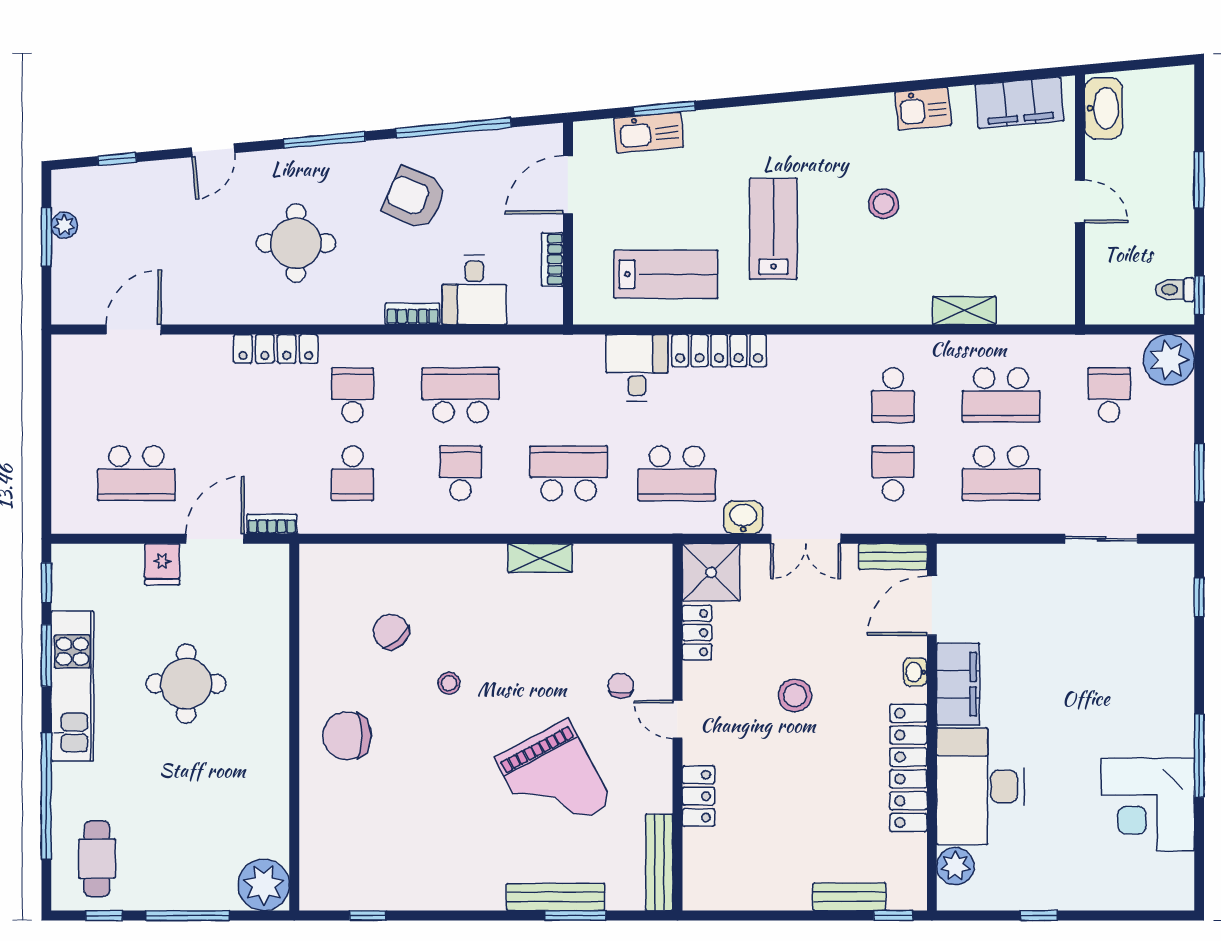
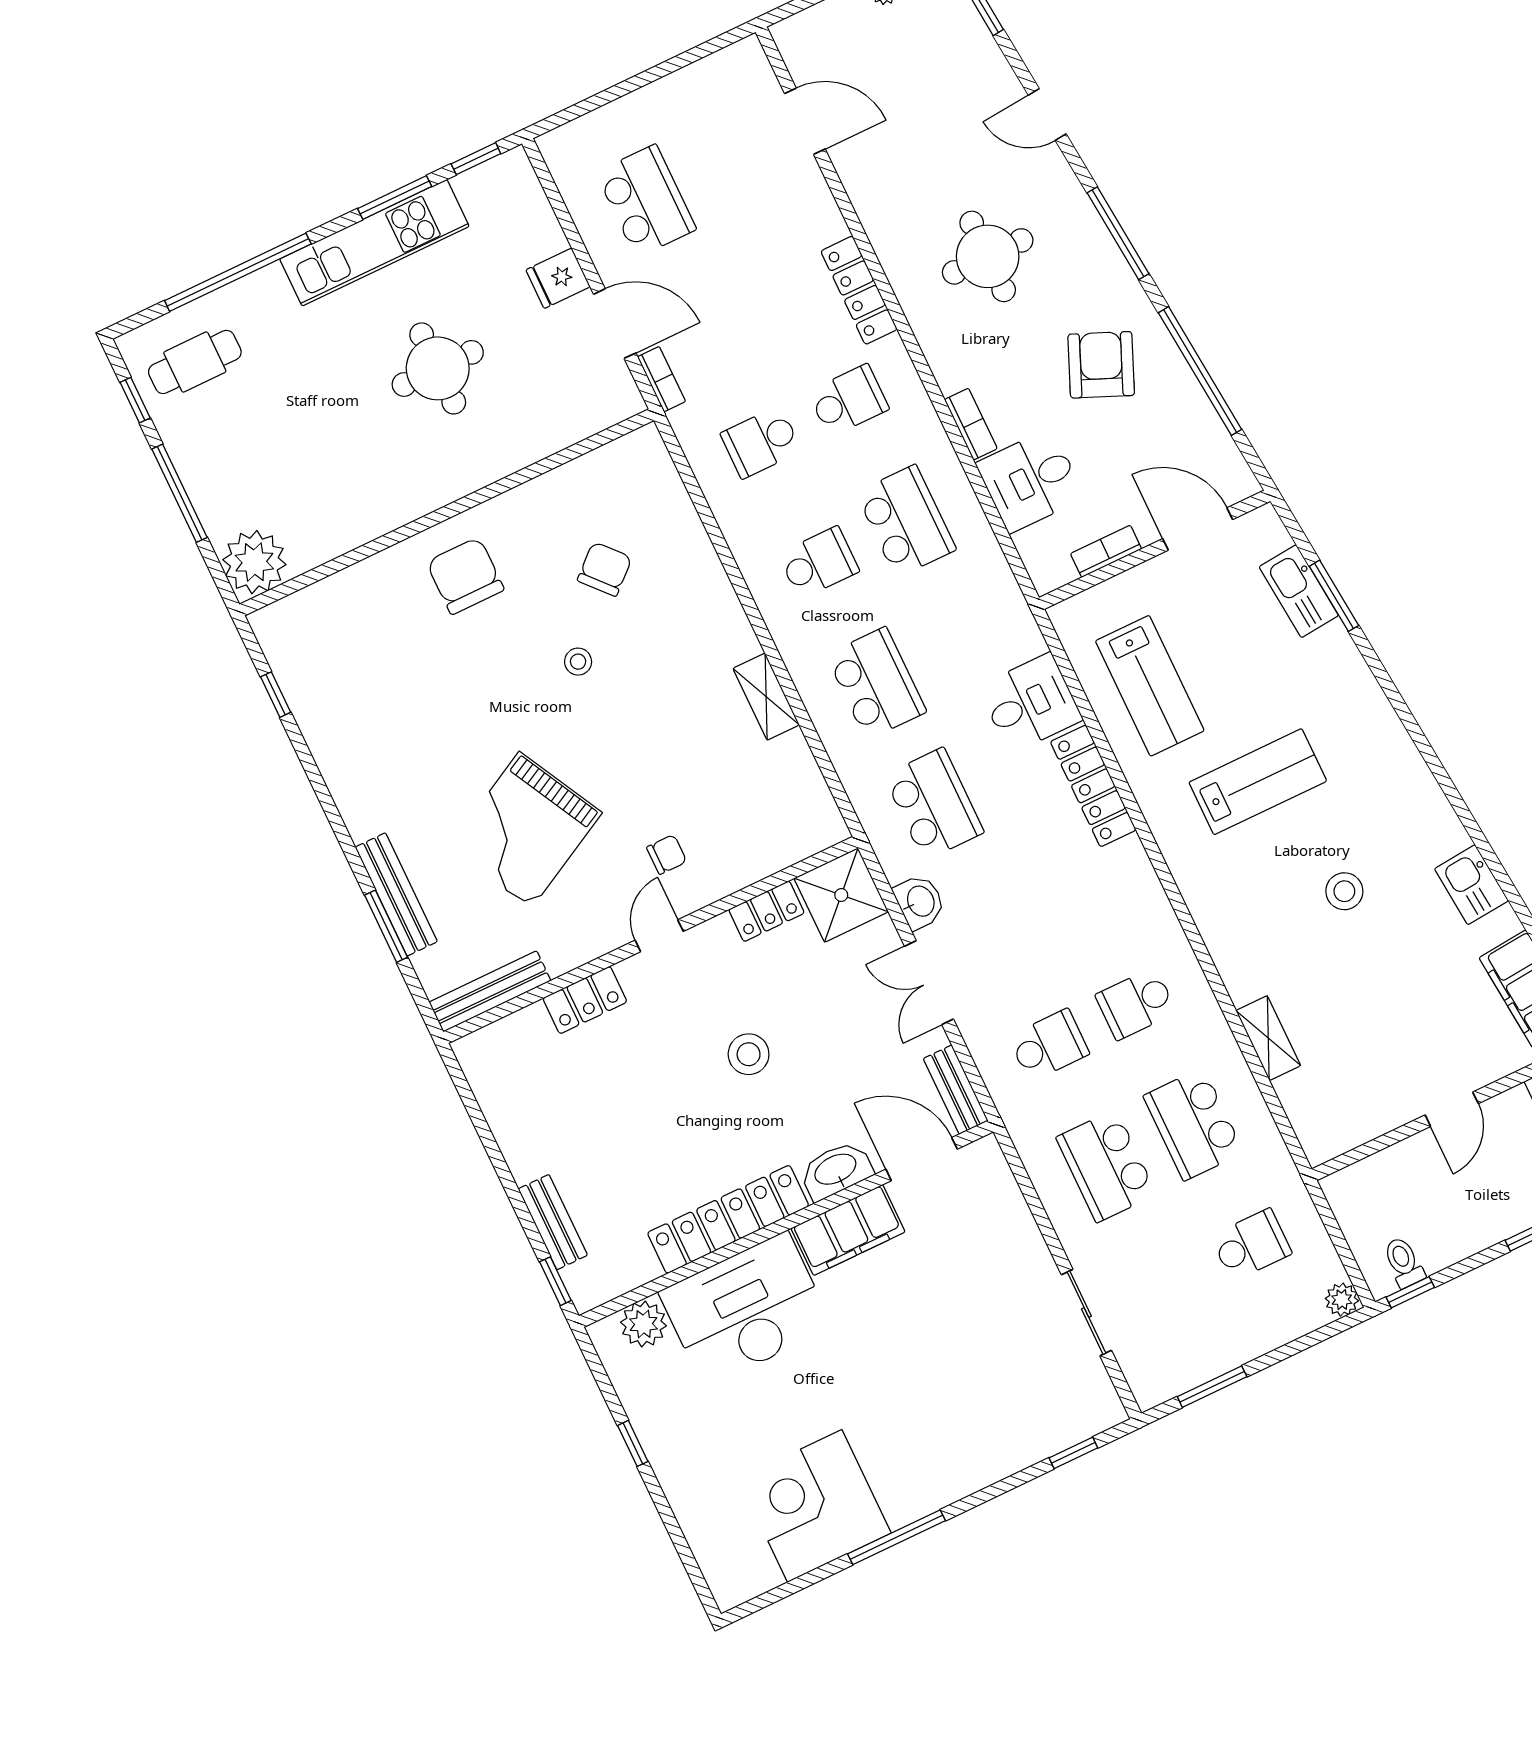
plant: (1169, 360) -> (1342, 1300), width x0.53, depth x0.53
school desk: (136, 473) -> (646, 201), turned 180
school desk: (677, 473) -> (934, 804), turned 180
washbasin: (915, 672) -> (836, 1170), width x1.91, depth x1.45

